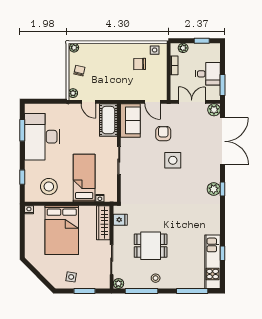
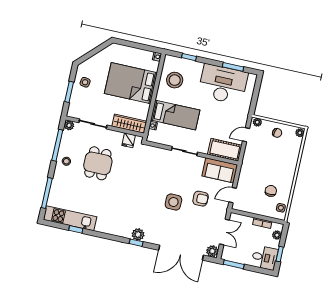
desk: (208, 74) -> (264, 258), moved, turned -90

